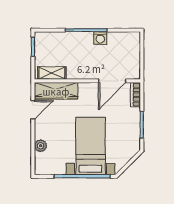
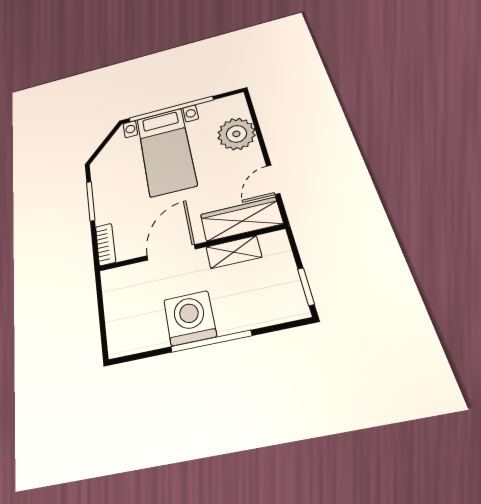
washing machine: (100, 38) -> (190, 318), width x1.89, depth x1.89
shelving: (52, 73) -> (234, 252), moved
door: (112, 81) -> (171, 252), moved
plant: (41, 146) -> (236, 134), width x1.88, depth x1.88

